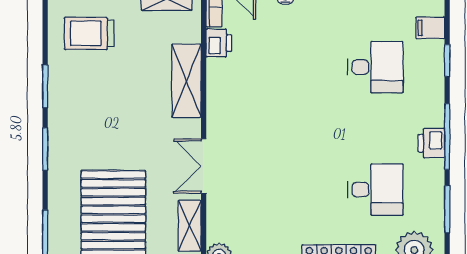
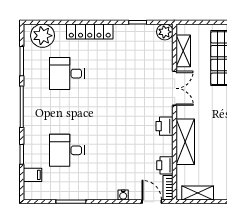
printer: (431, 143) -> (165, 126), moved, turned 180

